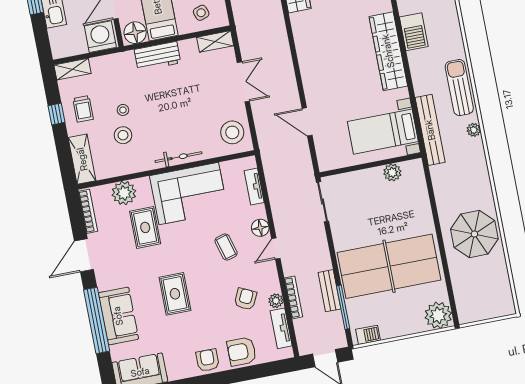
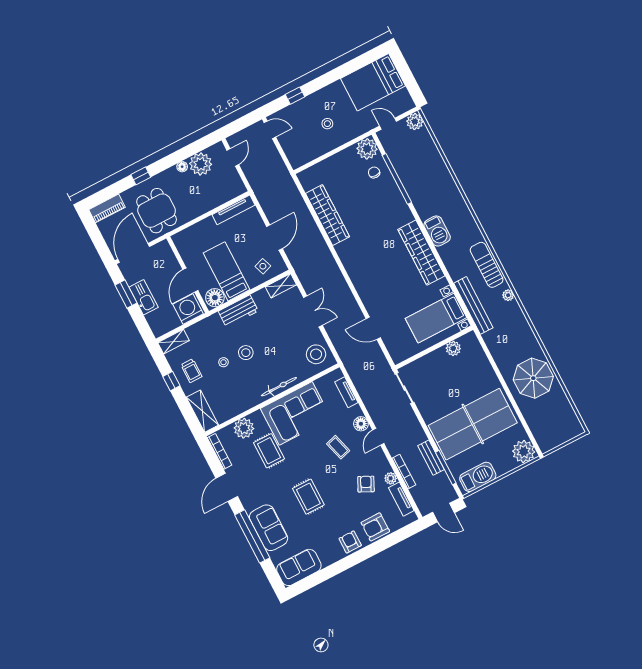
stool: (123, 135) -> (246, 353), moved
barbecue: (368, 335) -> (478, 477), width x1.88, depth x1.53

